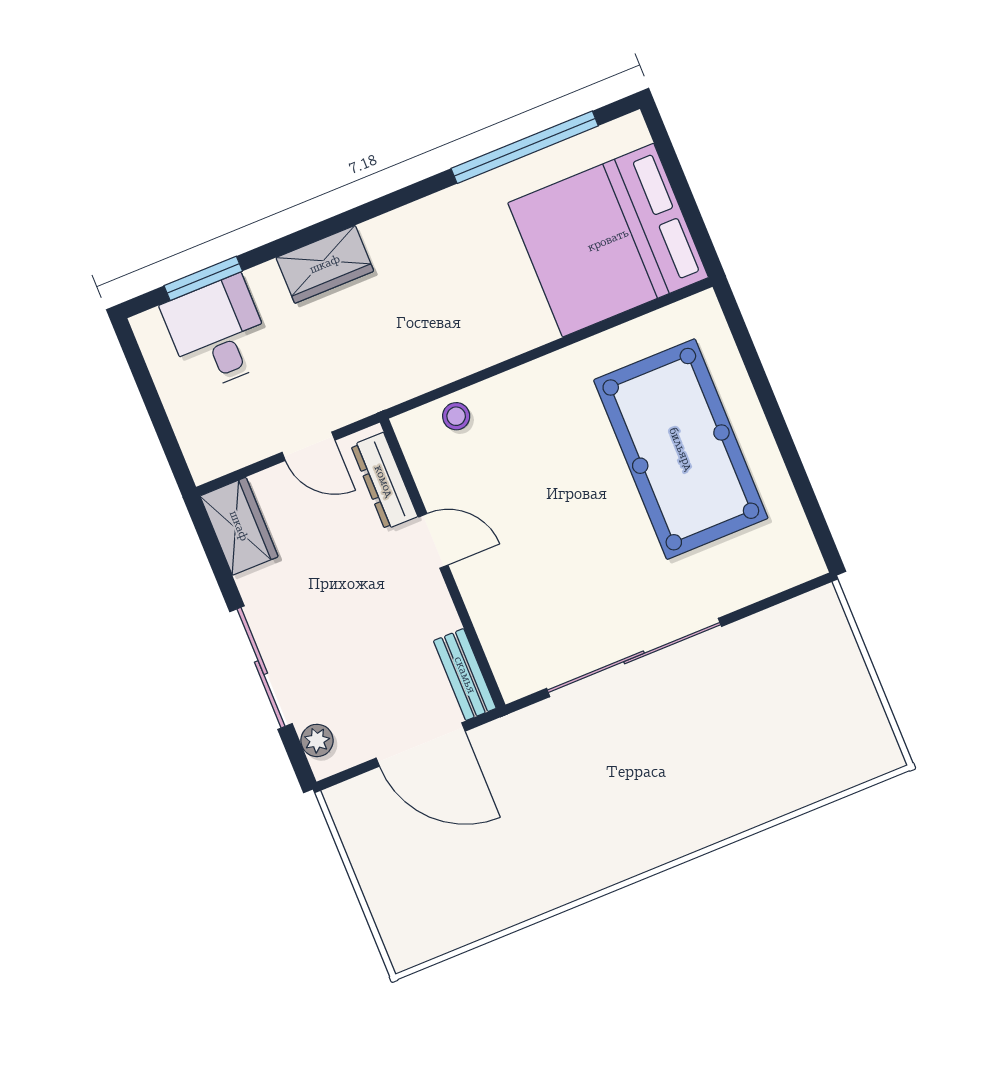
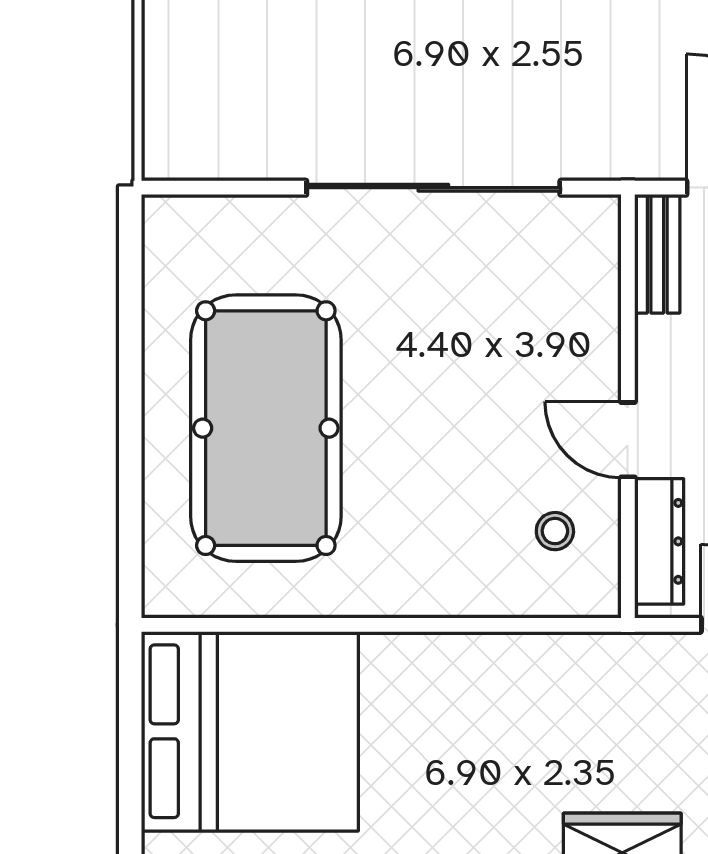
stool: (456, 416) -> (555, 531), moved

